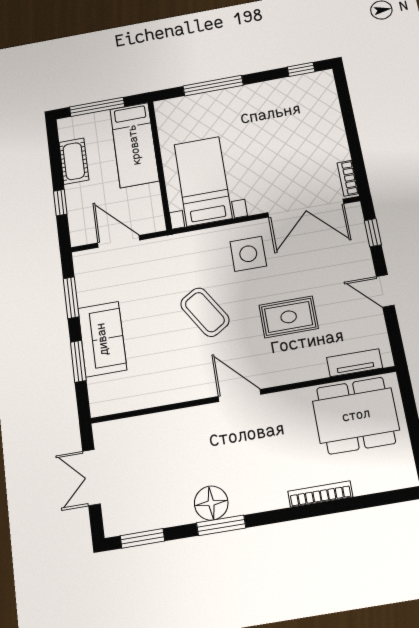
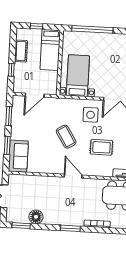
window: (213, 86) -> (92, 29), width x1.46
window: (97, 107) -> (36, 26), width x0.46
door: (119, 241) -> (35, 95), swing flipped
sofa: (102, 339) -> (18, 156), moved
floor lamp: (211, 503) -> (36, 217), moved
window: (221, 525) -> (70, 228), moved

